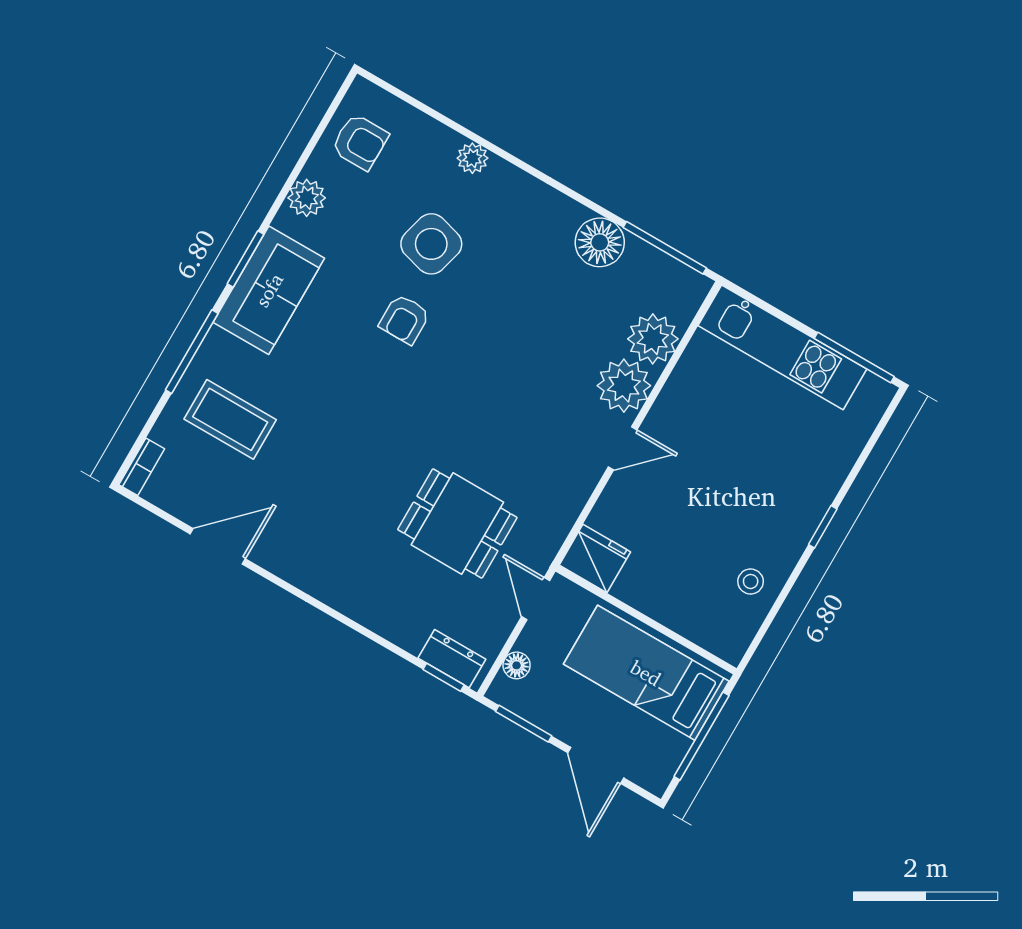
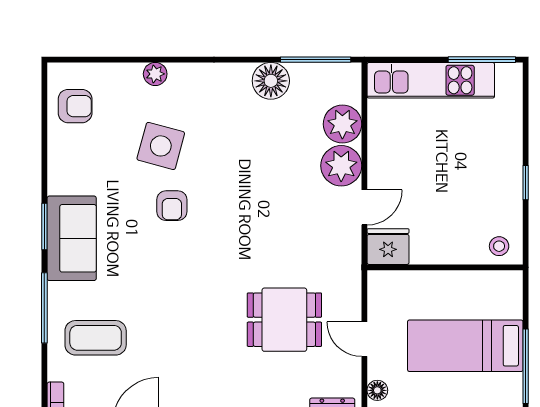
plant: (307, 198) -> (61, 163), removed
fridge: (595, 558) -> (388, 247), moved
wall: (646, 620) -> (445, 267), moved

